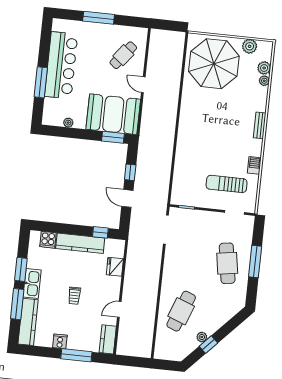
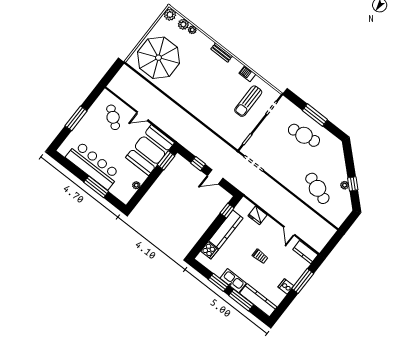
plant: (250, 46) -> (170, 15), moved

